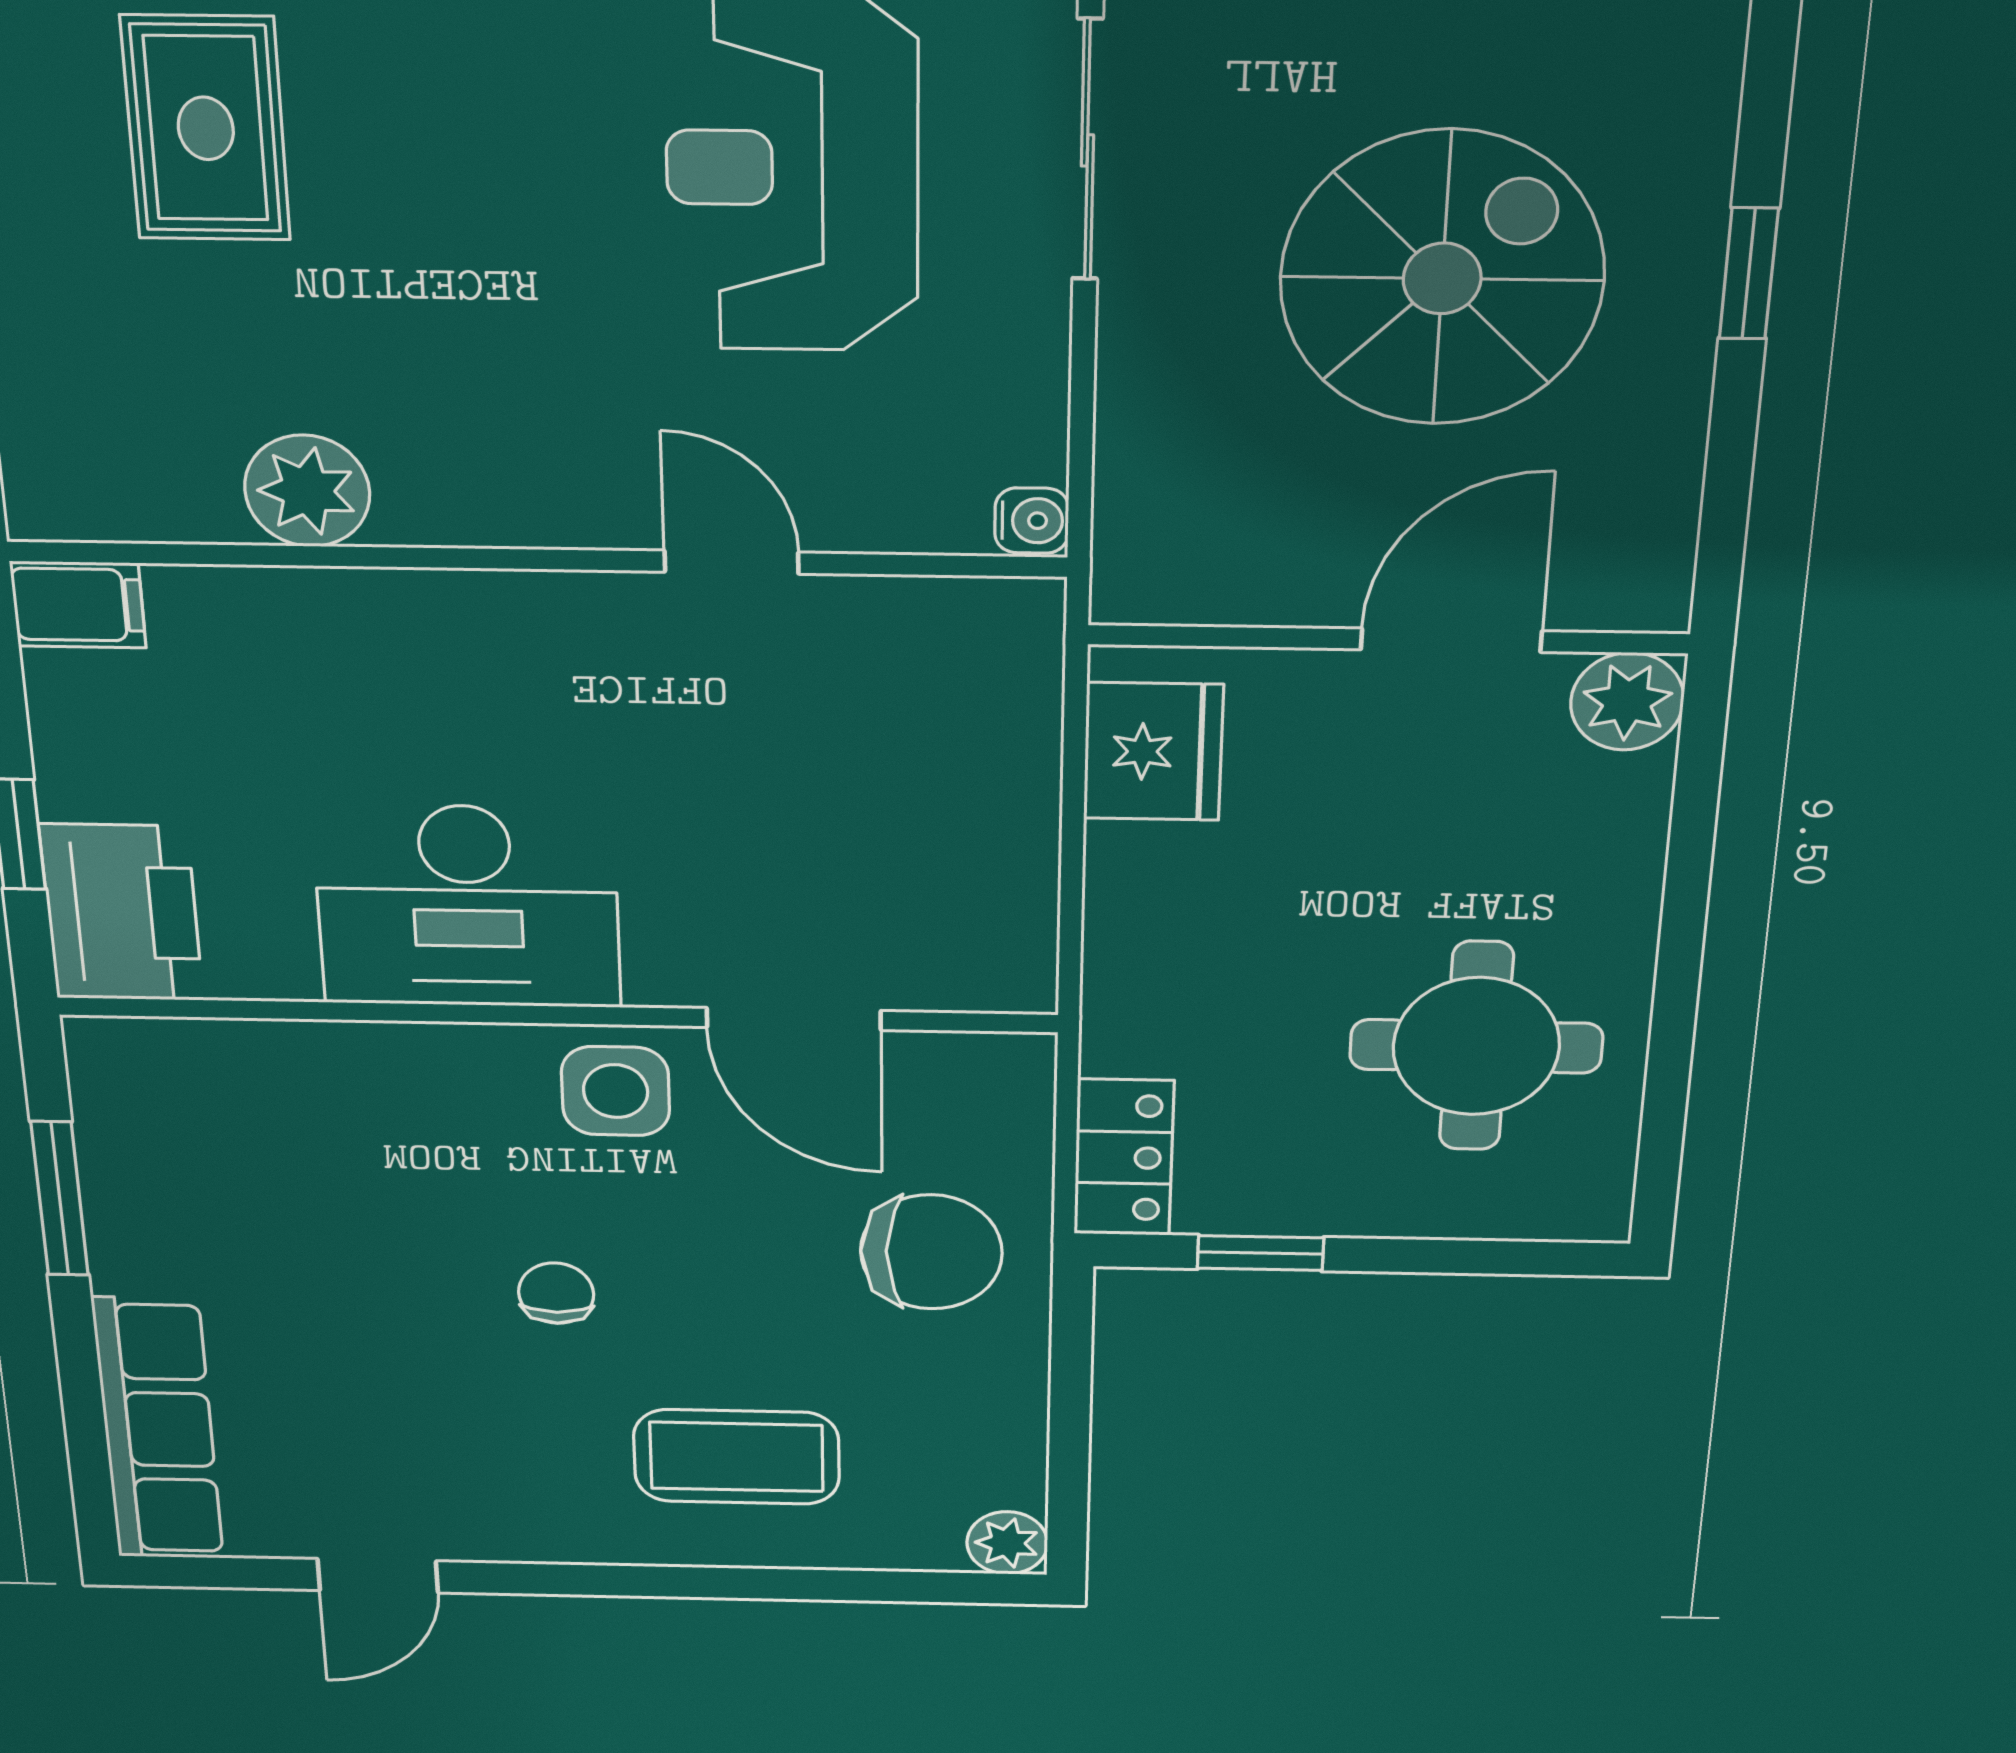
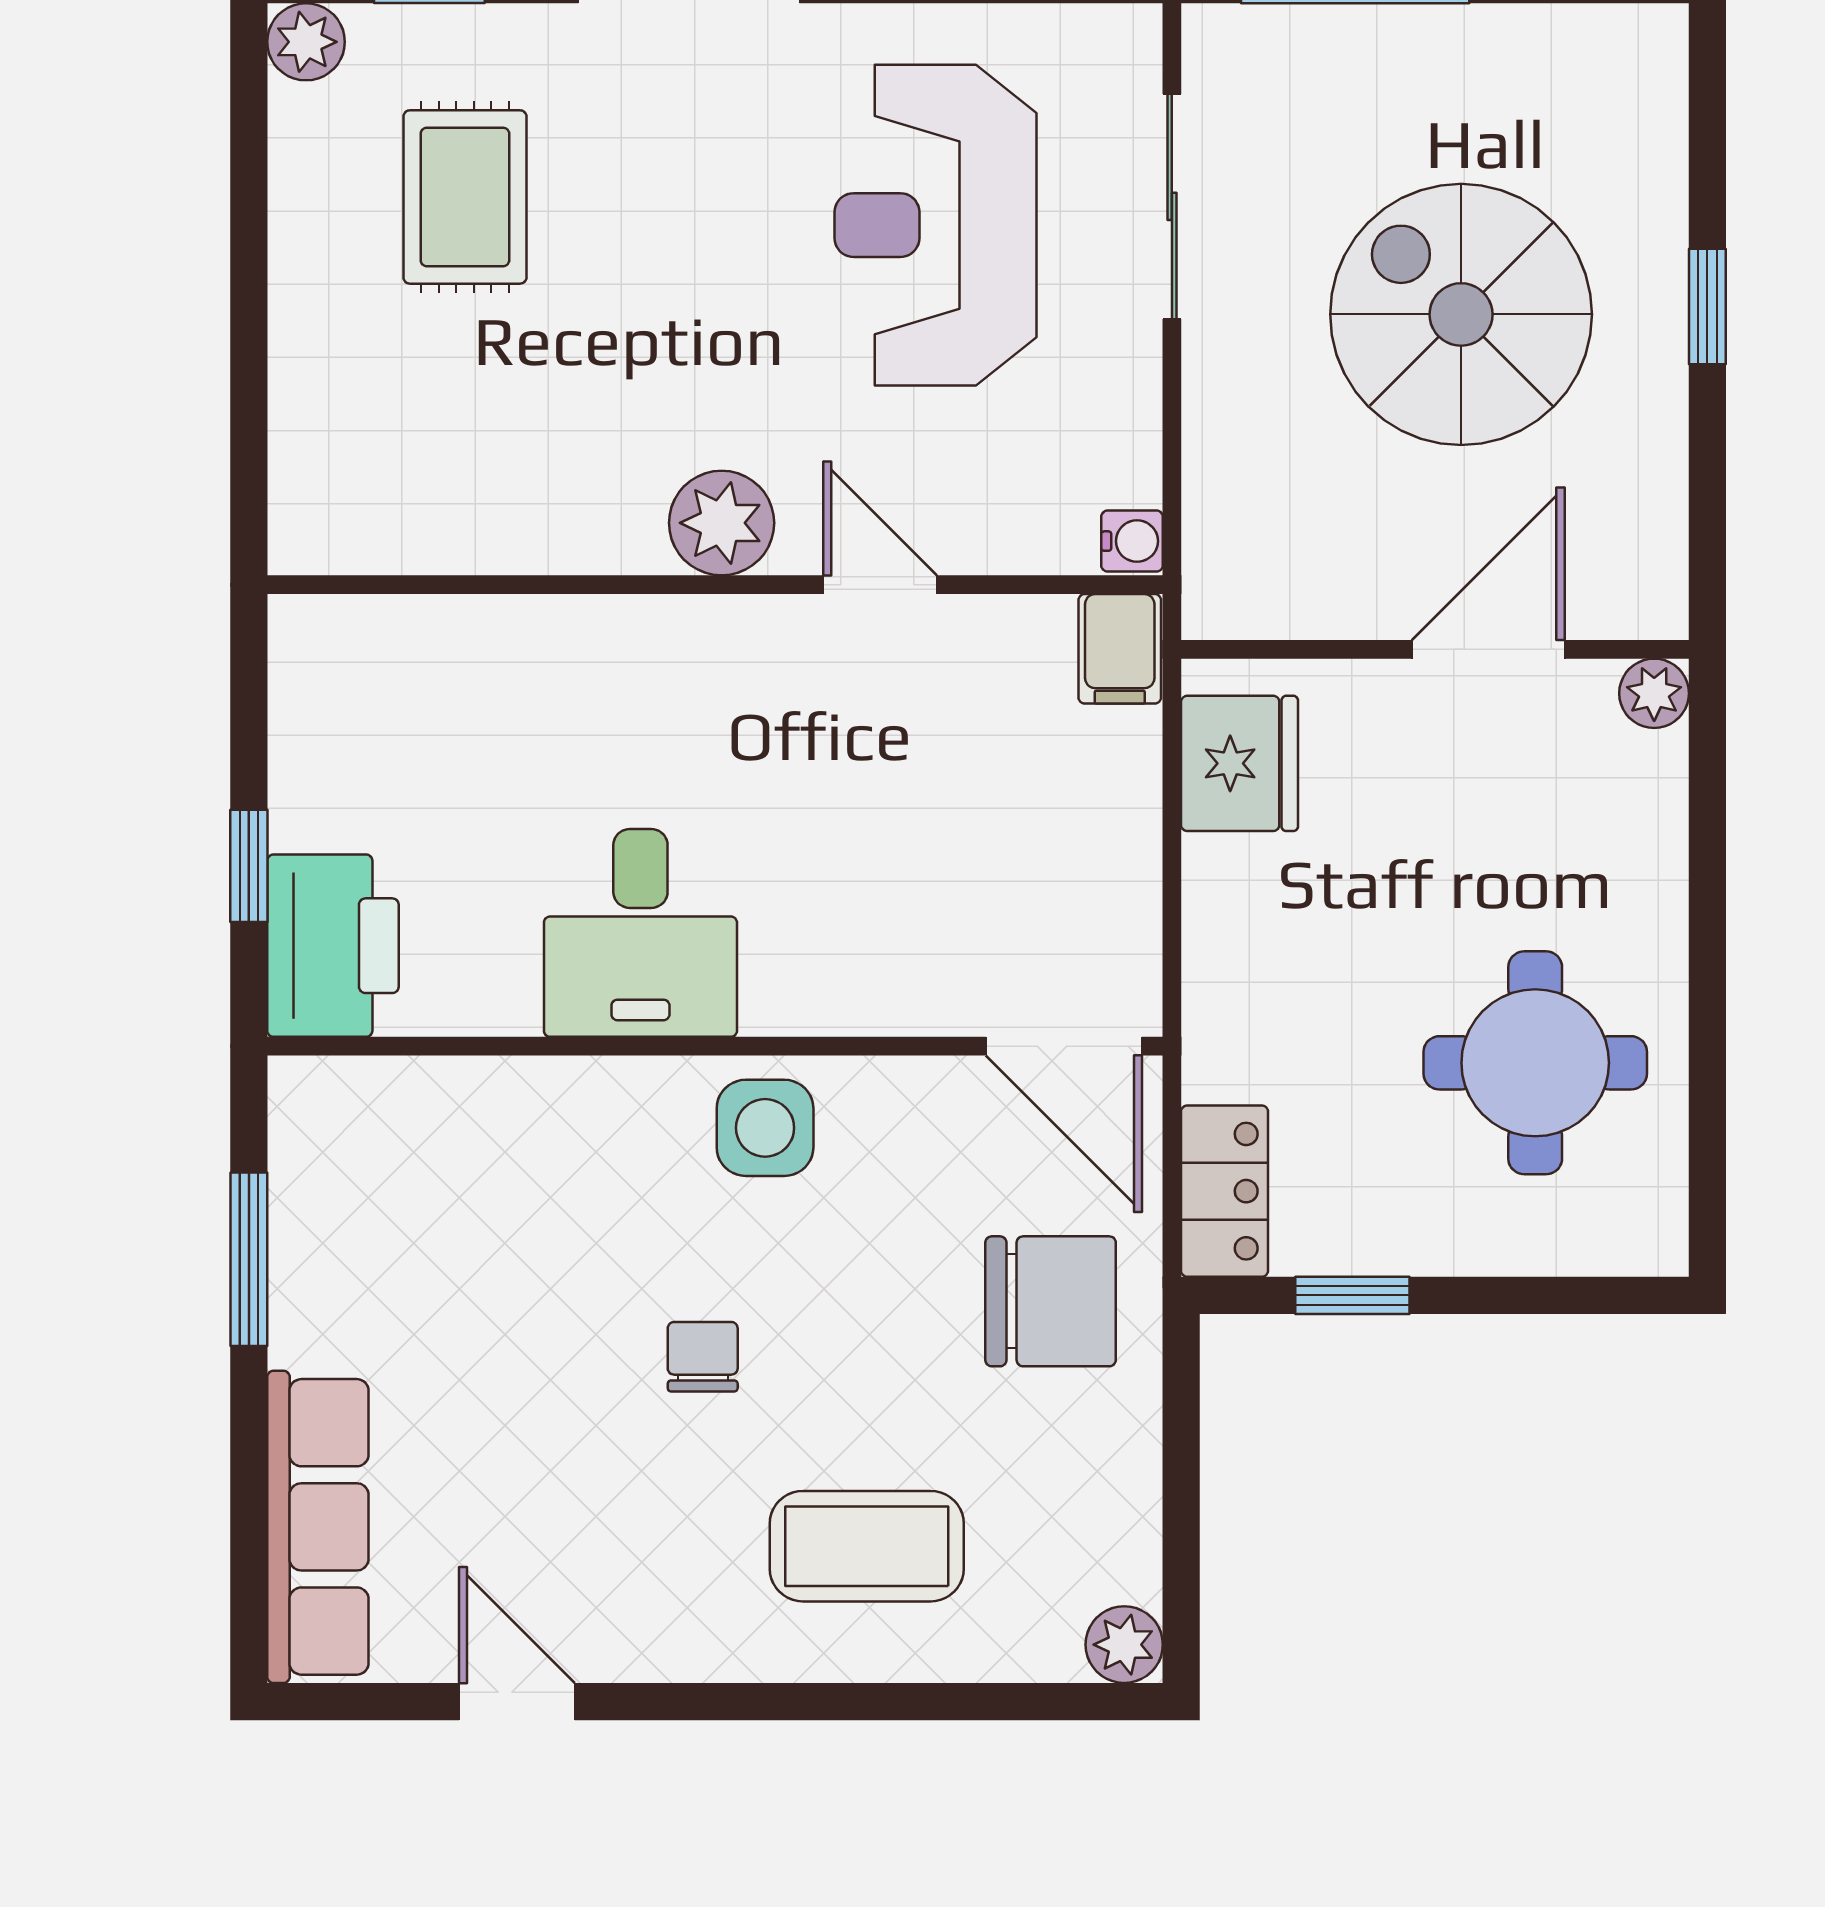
spiral stairs: (1442, 278) -> (1461, 314), turned -90
plant: (307, 491) -> (722, 523), moved
filing cabinet: (78, 605) -> (1120, 649), moved, turned 90
plant: (1627, 701) -> (1654, 693), width x0.73, depth x0.73
desk: (468, 906) -> (640, 933), width x0.73
door: (794, 1019) -> (1064, 1046), moved
door: (378, 1576) -> (517, 1702), swing flipped

